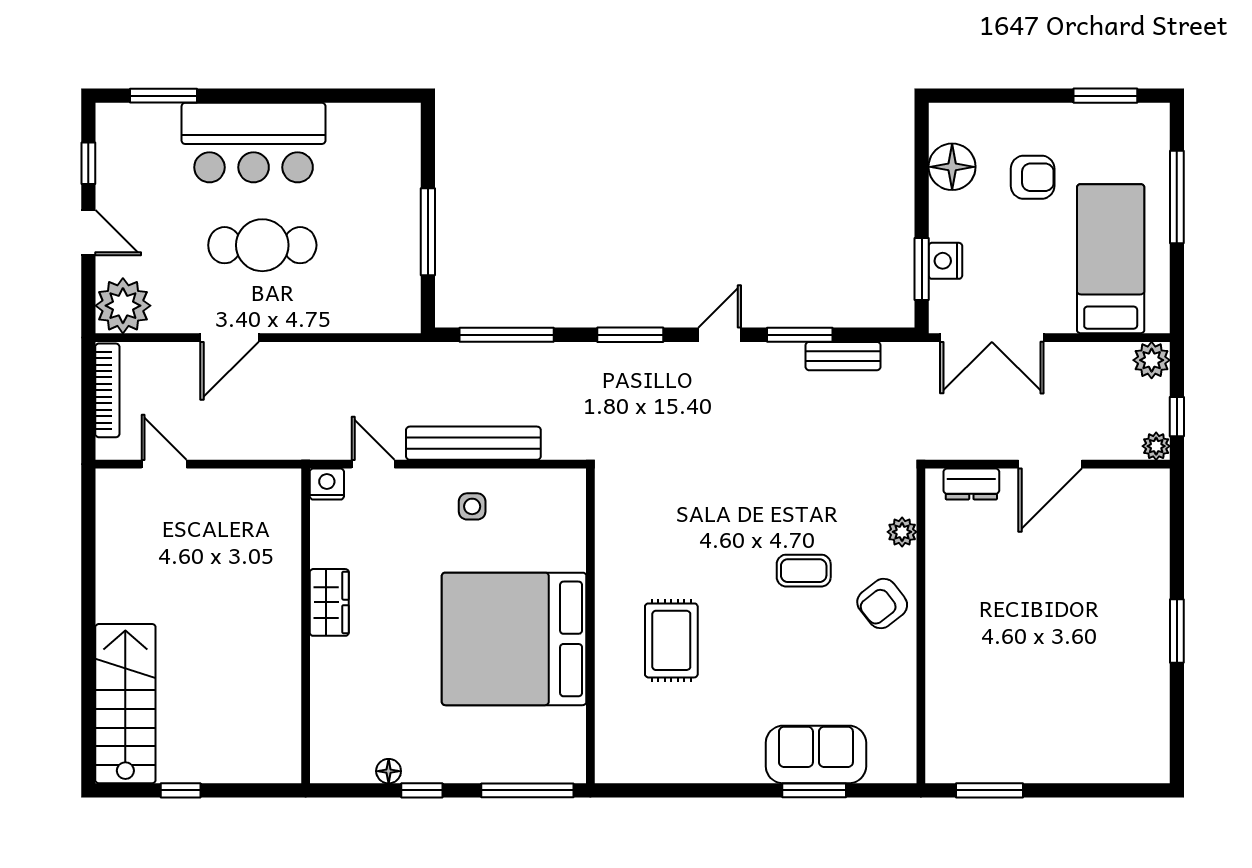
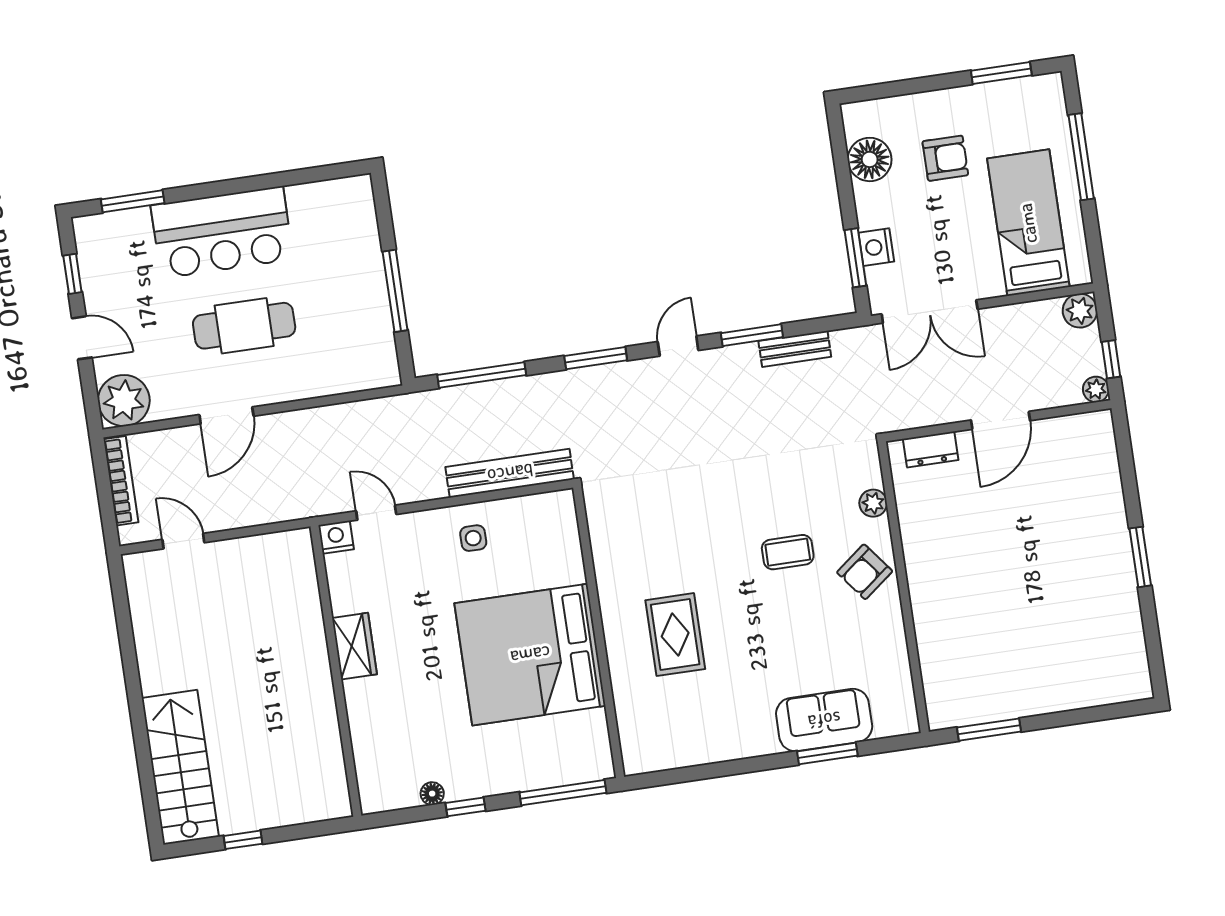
bench: (473, 443) -> (510, 473), moved

